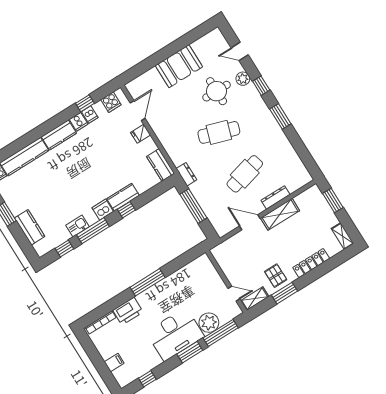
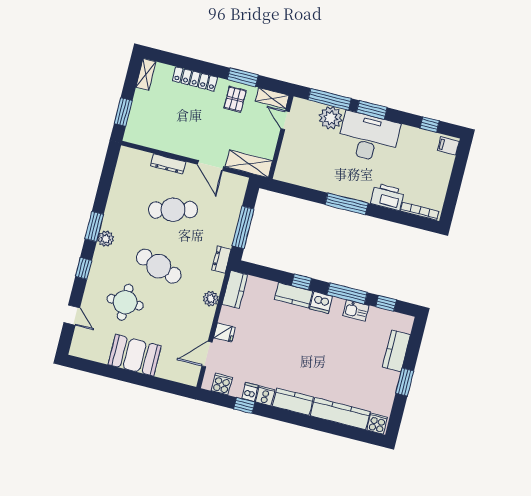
plant: (243, 79) -> (106, 239), moved
plant: (169, 145) -> (211, 299), added
shelving: (280, 214) -> (249, 164), moved
filing cabinet: (114, 363) -> (448, 146), moved

